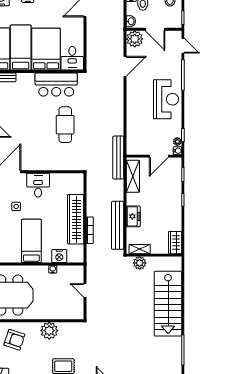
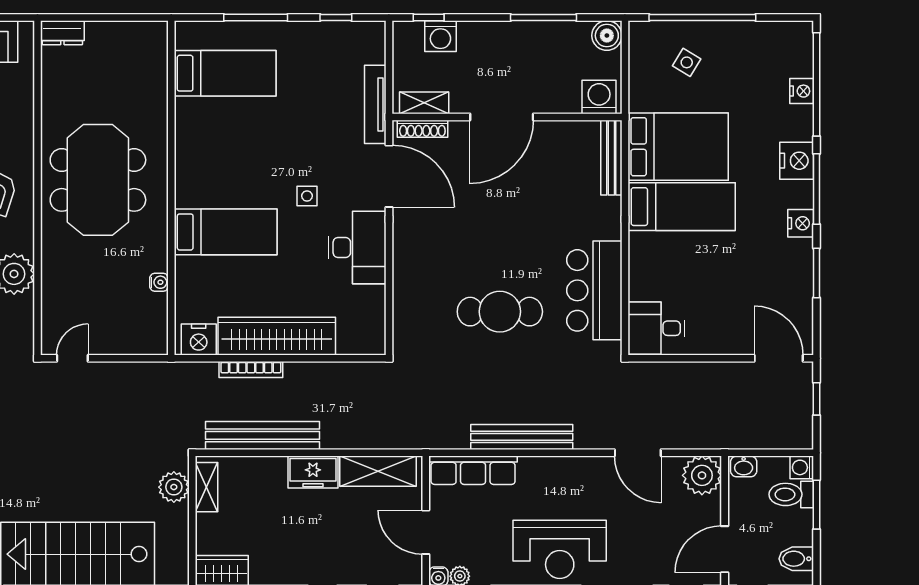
door: (155, 29) -> (725, 549), moved
bed: (46, 49) -> (678, 266), removed
row of seats: (132, 136) -> (473, 470), added
bench: (118, 158) -> (522, 437), moved
desk: (38, 185) -> (357, 248), width x1.37
freezer: (133, 216) -> (313, 472), moved
nightstand: (59, 256) -> (199, 340), moved, turned -90
door: (85, 290) -> (72, 358), moved

